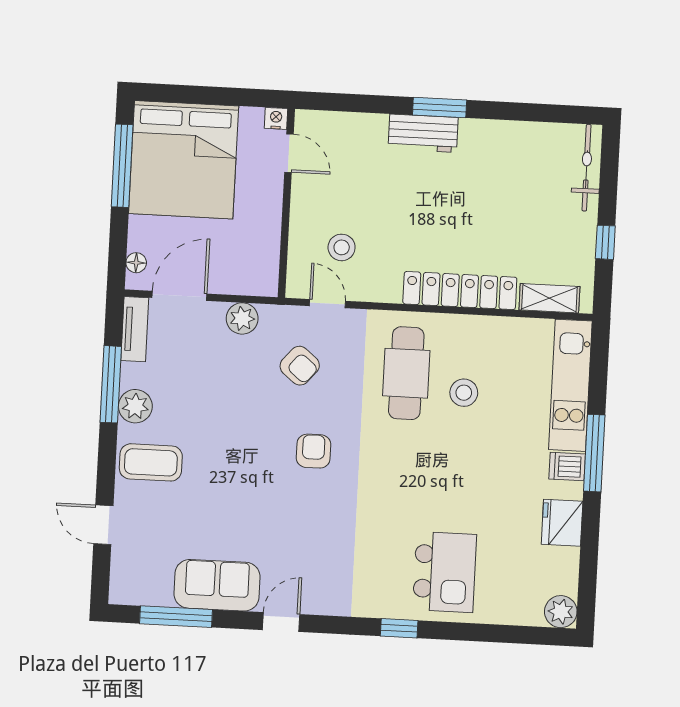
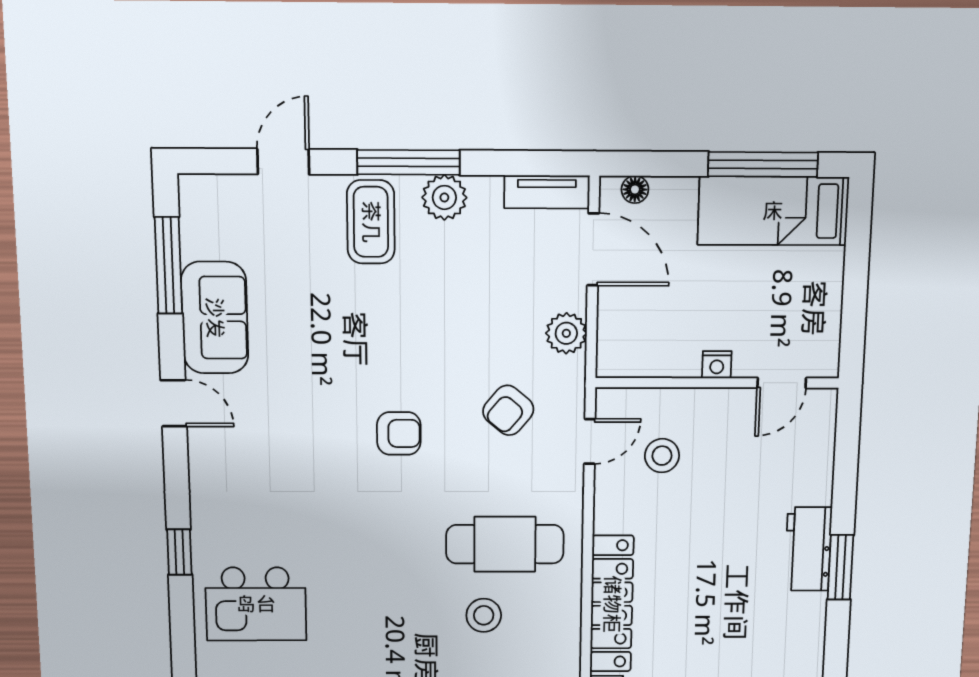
nightstand: (276, 118) -> (717, 365), moved, turned 90
bed: (184, 160) -> (773, 211), width x0.49
window: (111, 384) -> (408, 162), moved

